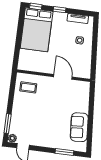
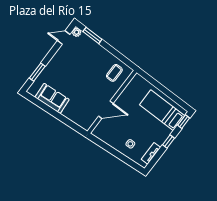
bed: (37, 30) -> (162, 110), width x0.67

